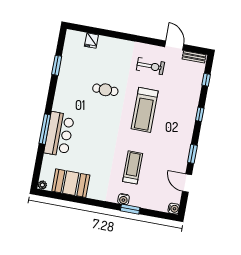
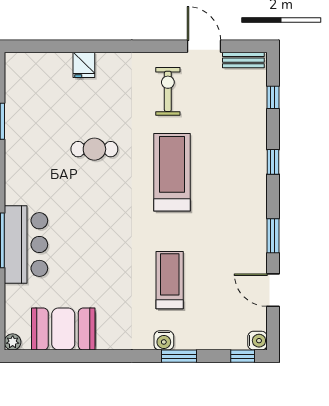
fridge: (91, 41) -> (84, 65), moved
exercise bike: (150, 66) -> (168, 91), turned -90
treadmill: (145, 110) -> (172, 172), turned 180
window: (164, 215) -> (243, 356), added

